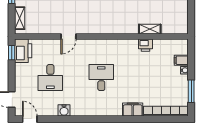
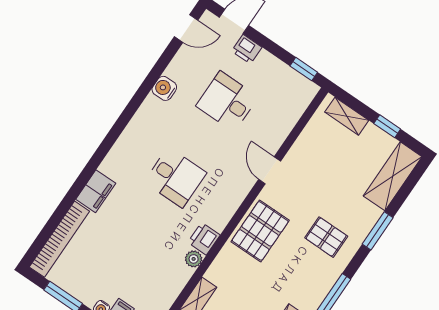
pallet: (99, 22) -> (260, 231), added
plant: (133, 44) -> (194, 259), added
printer: (145, 45) -> (204, 239), moved
printer: (23, 51) -> (247, 49), moved, width x0.53, depth x0.68

